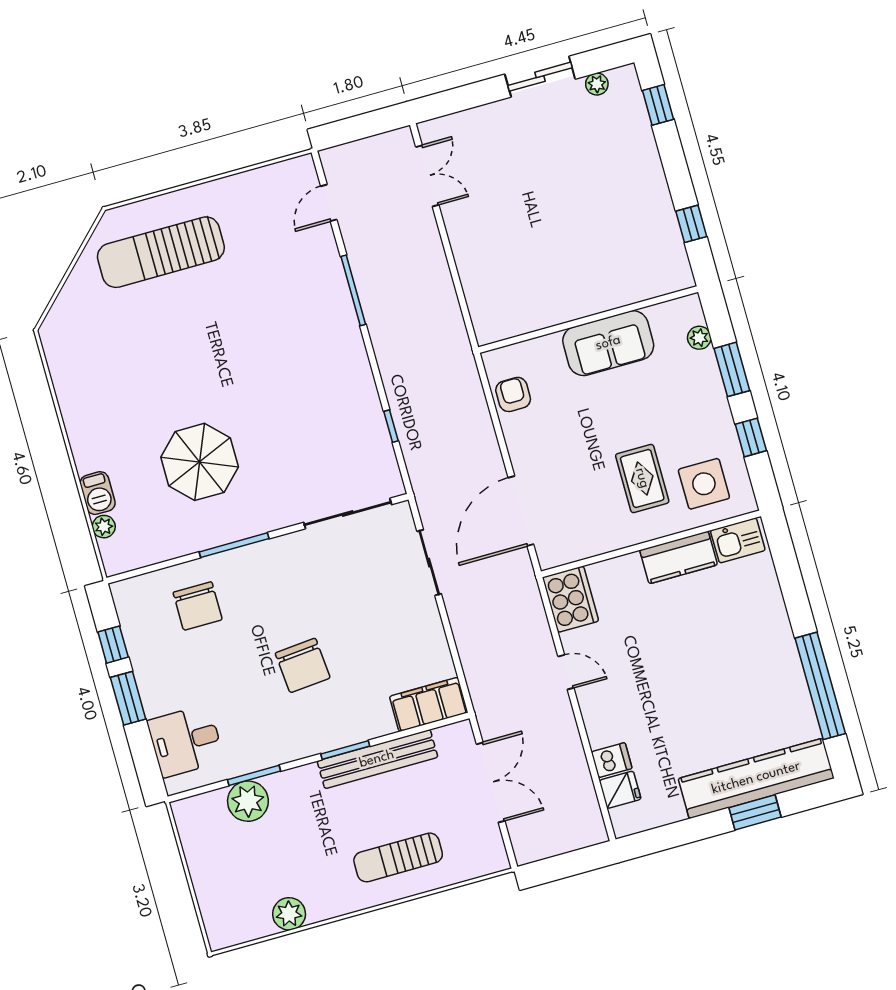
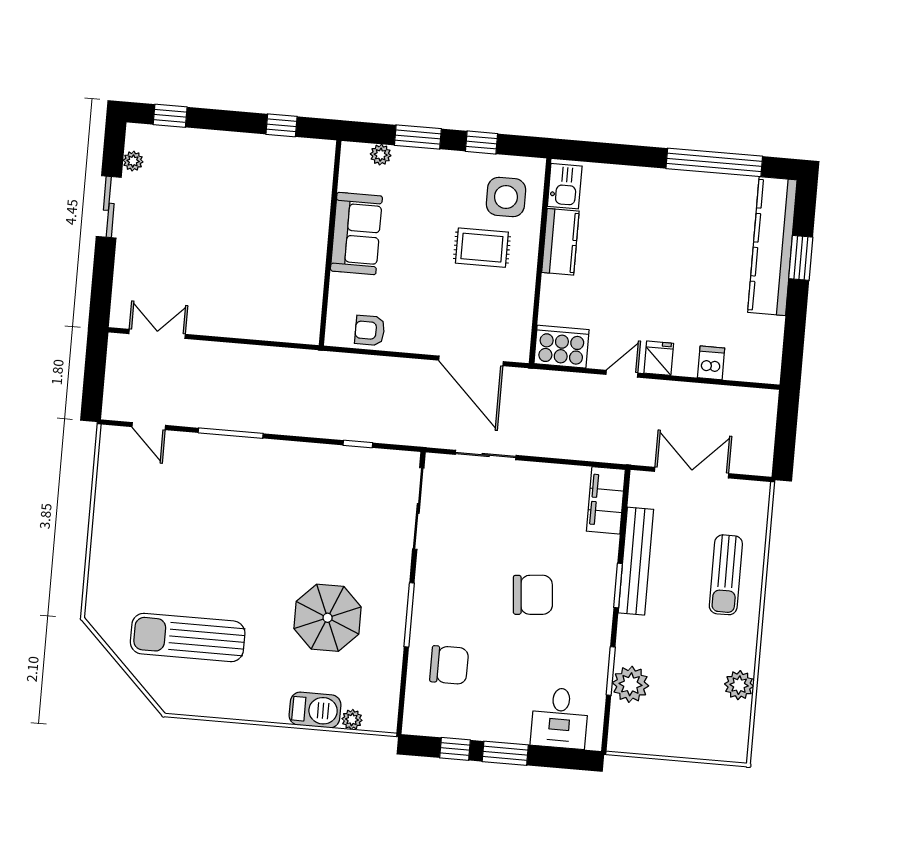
sun lounger: (161, 252) -> (188, 637), moved, turned 90
barbecue: (98, 493) -> (315, 710), width x1.38, depth x1.27
fridge: (620, 790) -> (659, 358), moved

